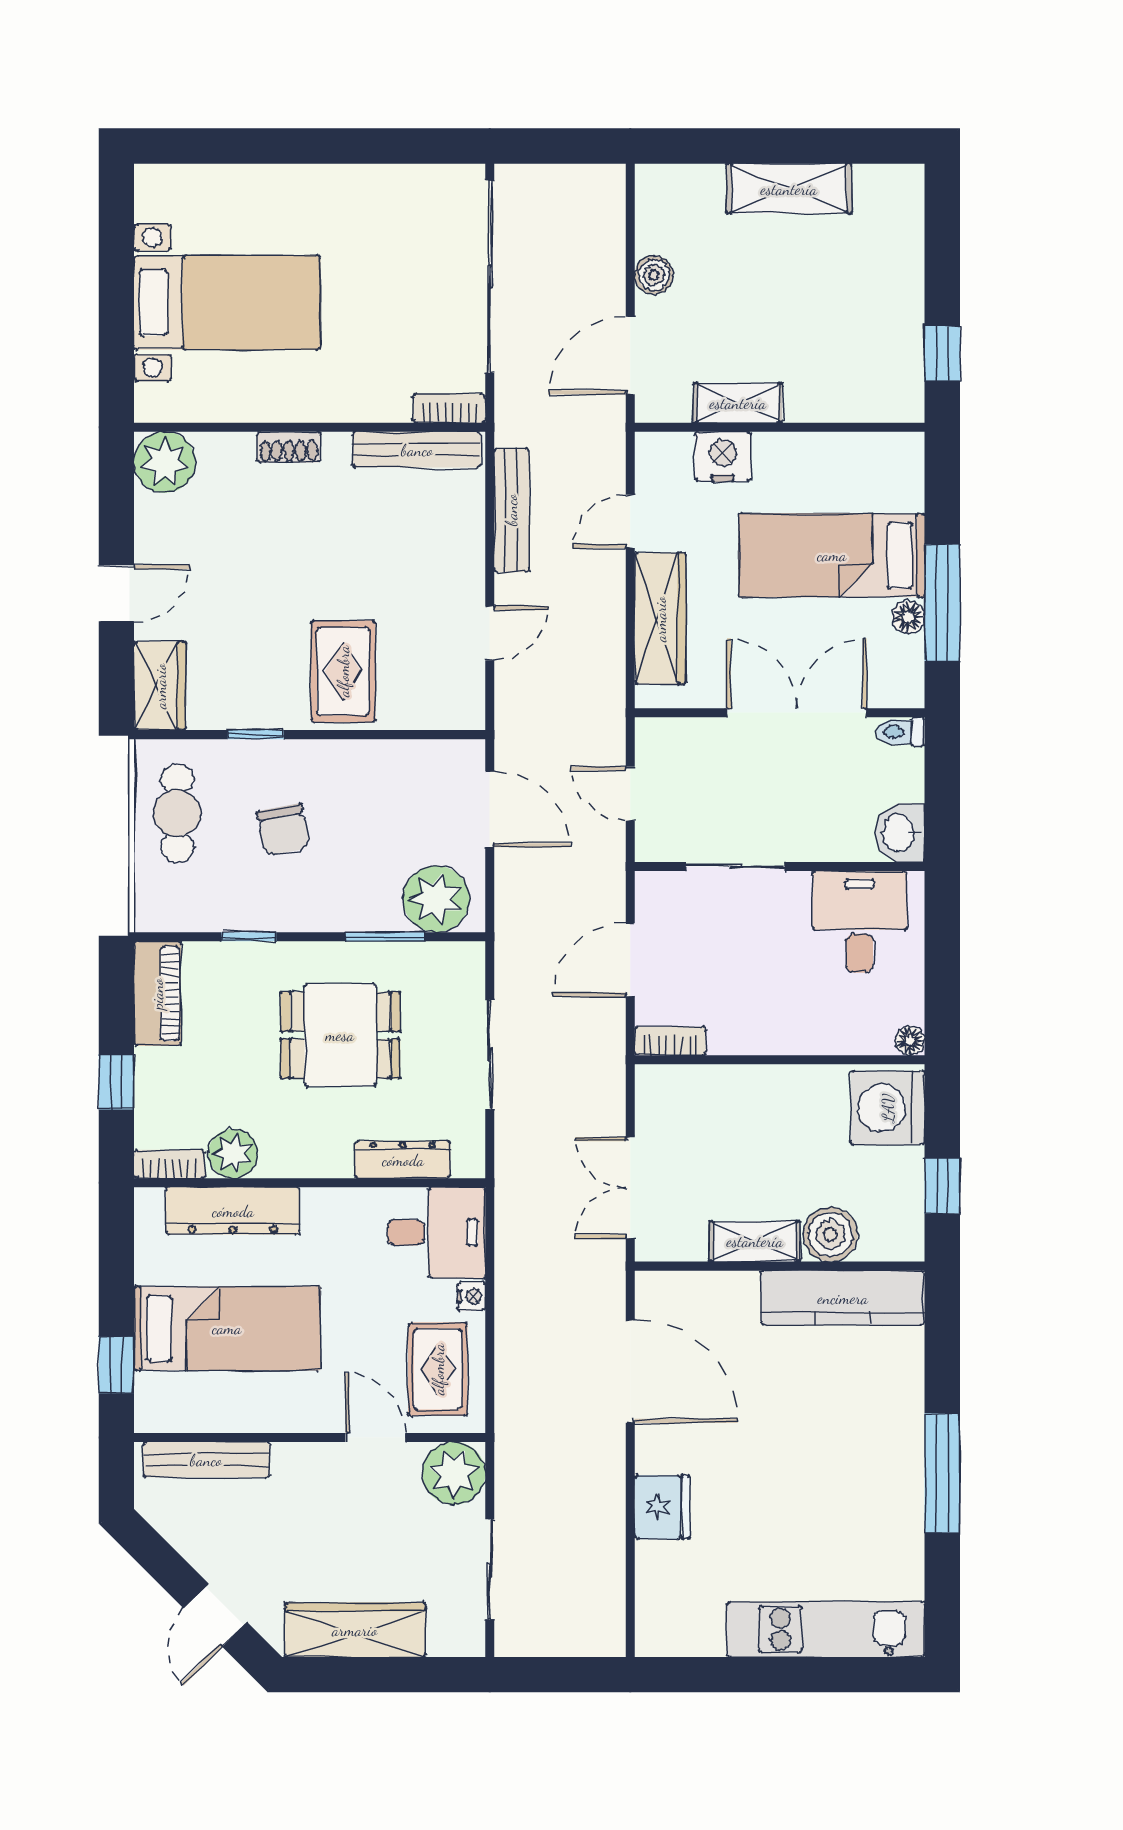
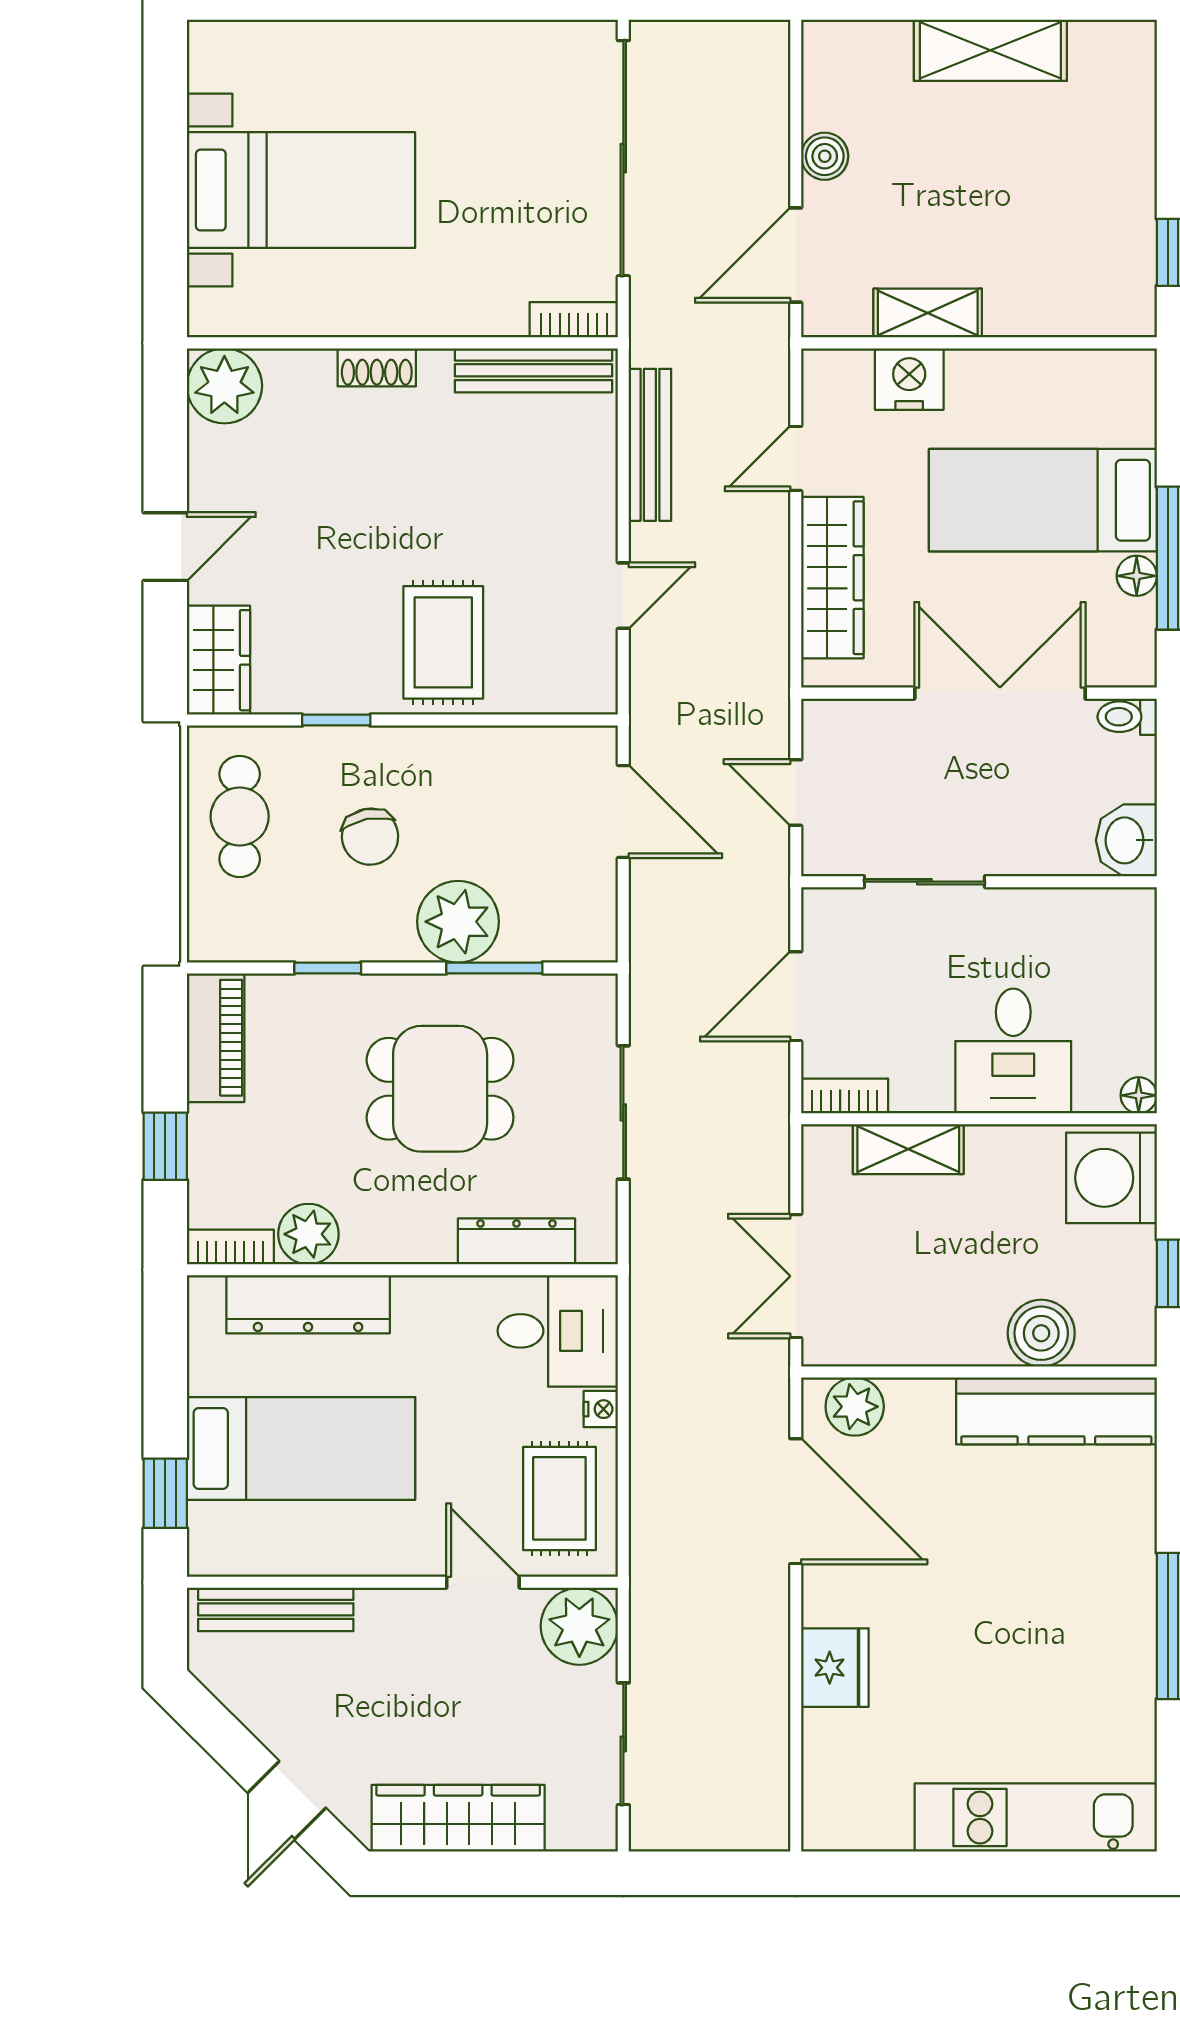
plant: (436, 899) -> (458, 922), moved
desk: (860, 922) -> (1013, 1051), moved, turned 180
shelving: (755, 1241) -> (908, 1149), moved
plant: (678, 1294) -> (855, 1407), added

